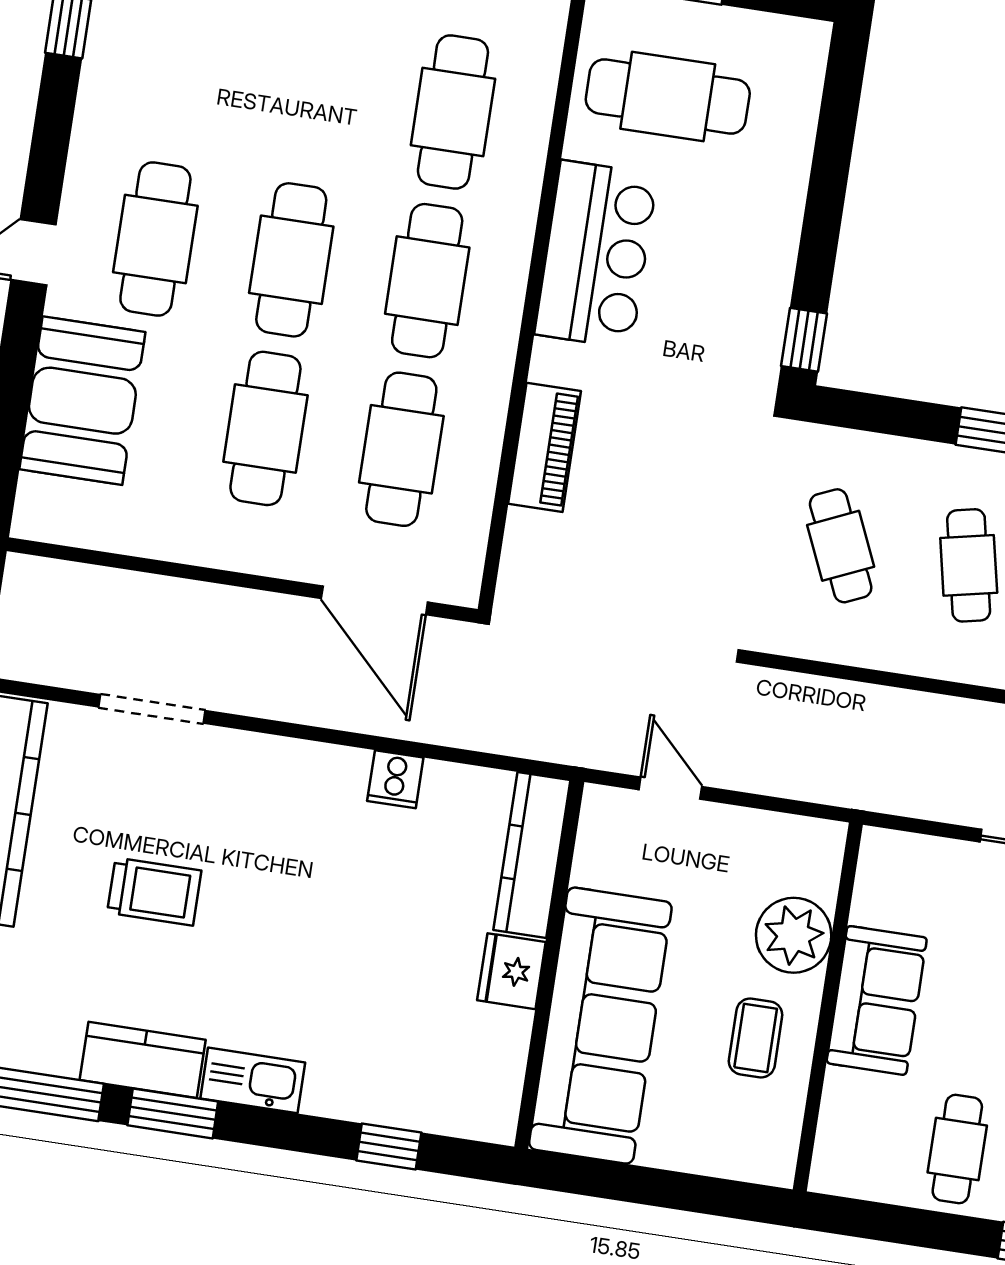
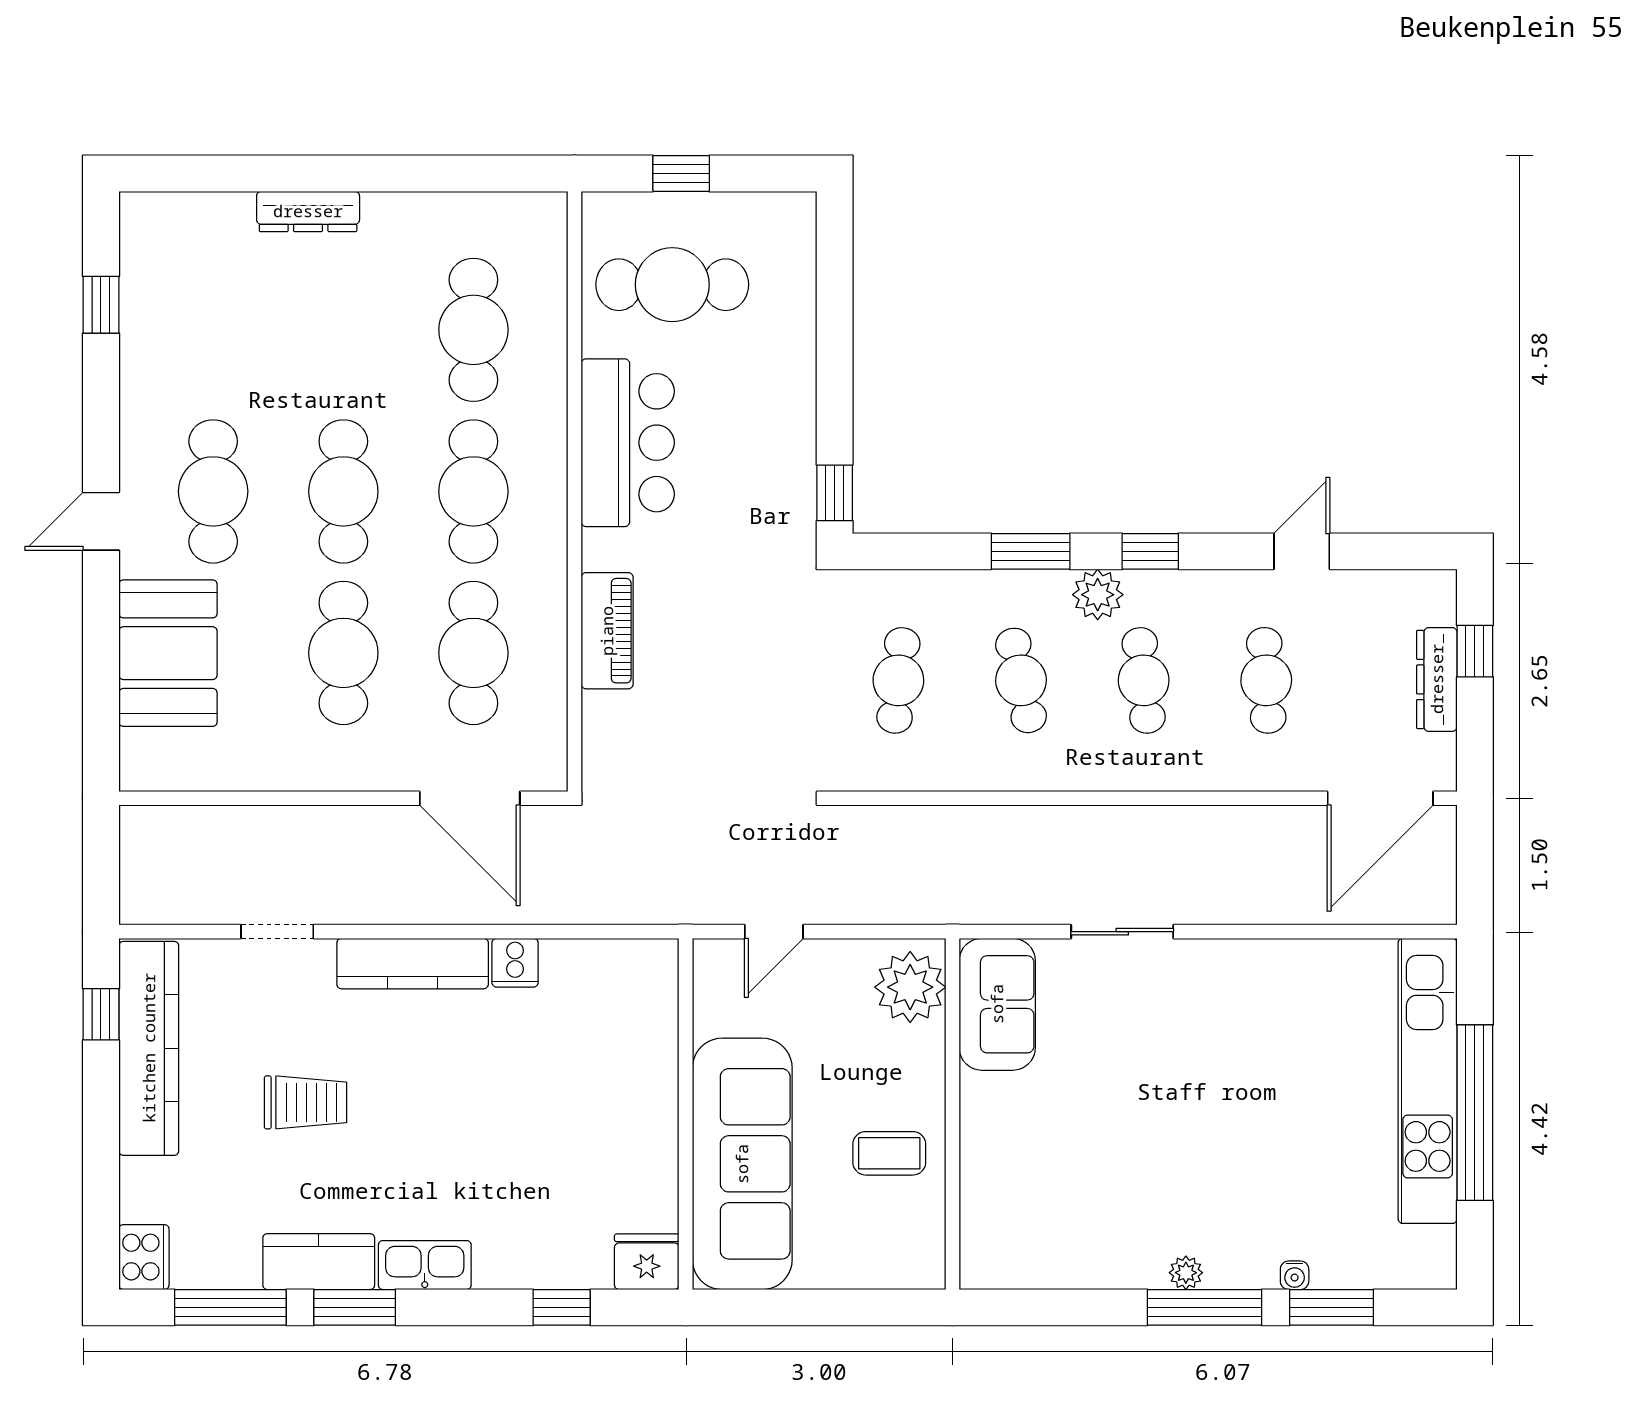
cafe table: (841, 546) -> (898, 680), turned 30
doorway: (152, 709) -> (277, 932), width x0.73
door: (670, 788) -> (774, 932), swing flipped
kitchen counter: (532, 855) -> (413, 964), moved, turned -90
plant: (794, 935) -> (910, 987), moved
fridge: (511, 971) -> (647, 1262), moved, turned 90
sofa: (877, 1000) -> (997, 1004), moved
coffee table: (756, 1038) -> (889, 1153), turned 90
cafe table: (957, 1149) -> (1094, 1228), removed

